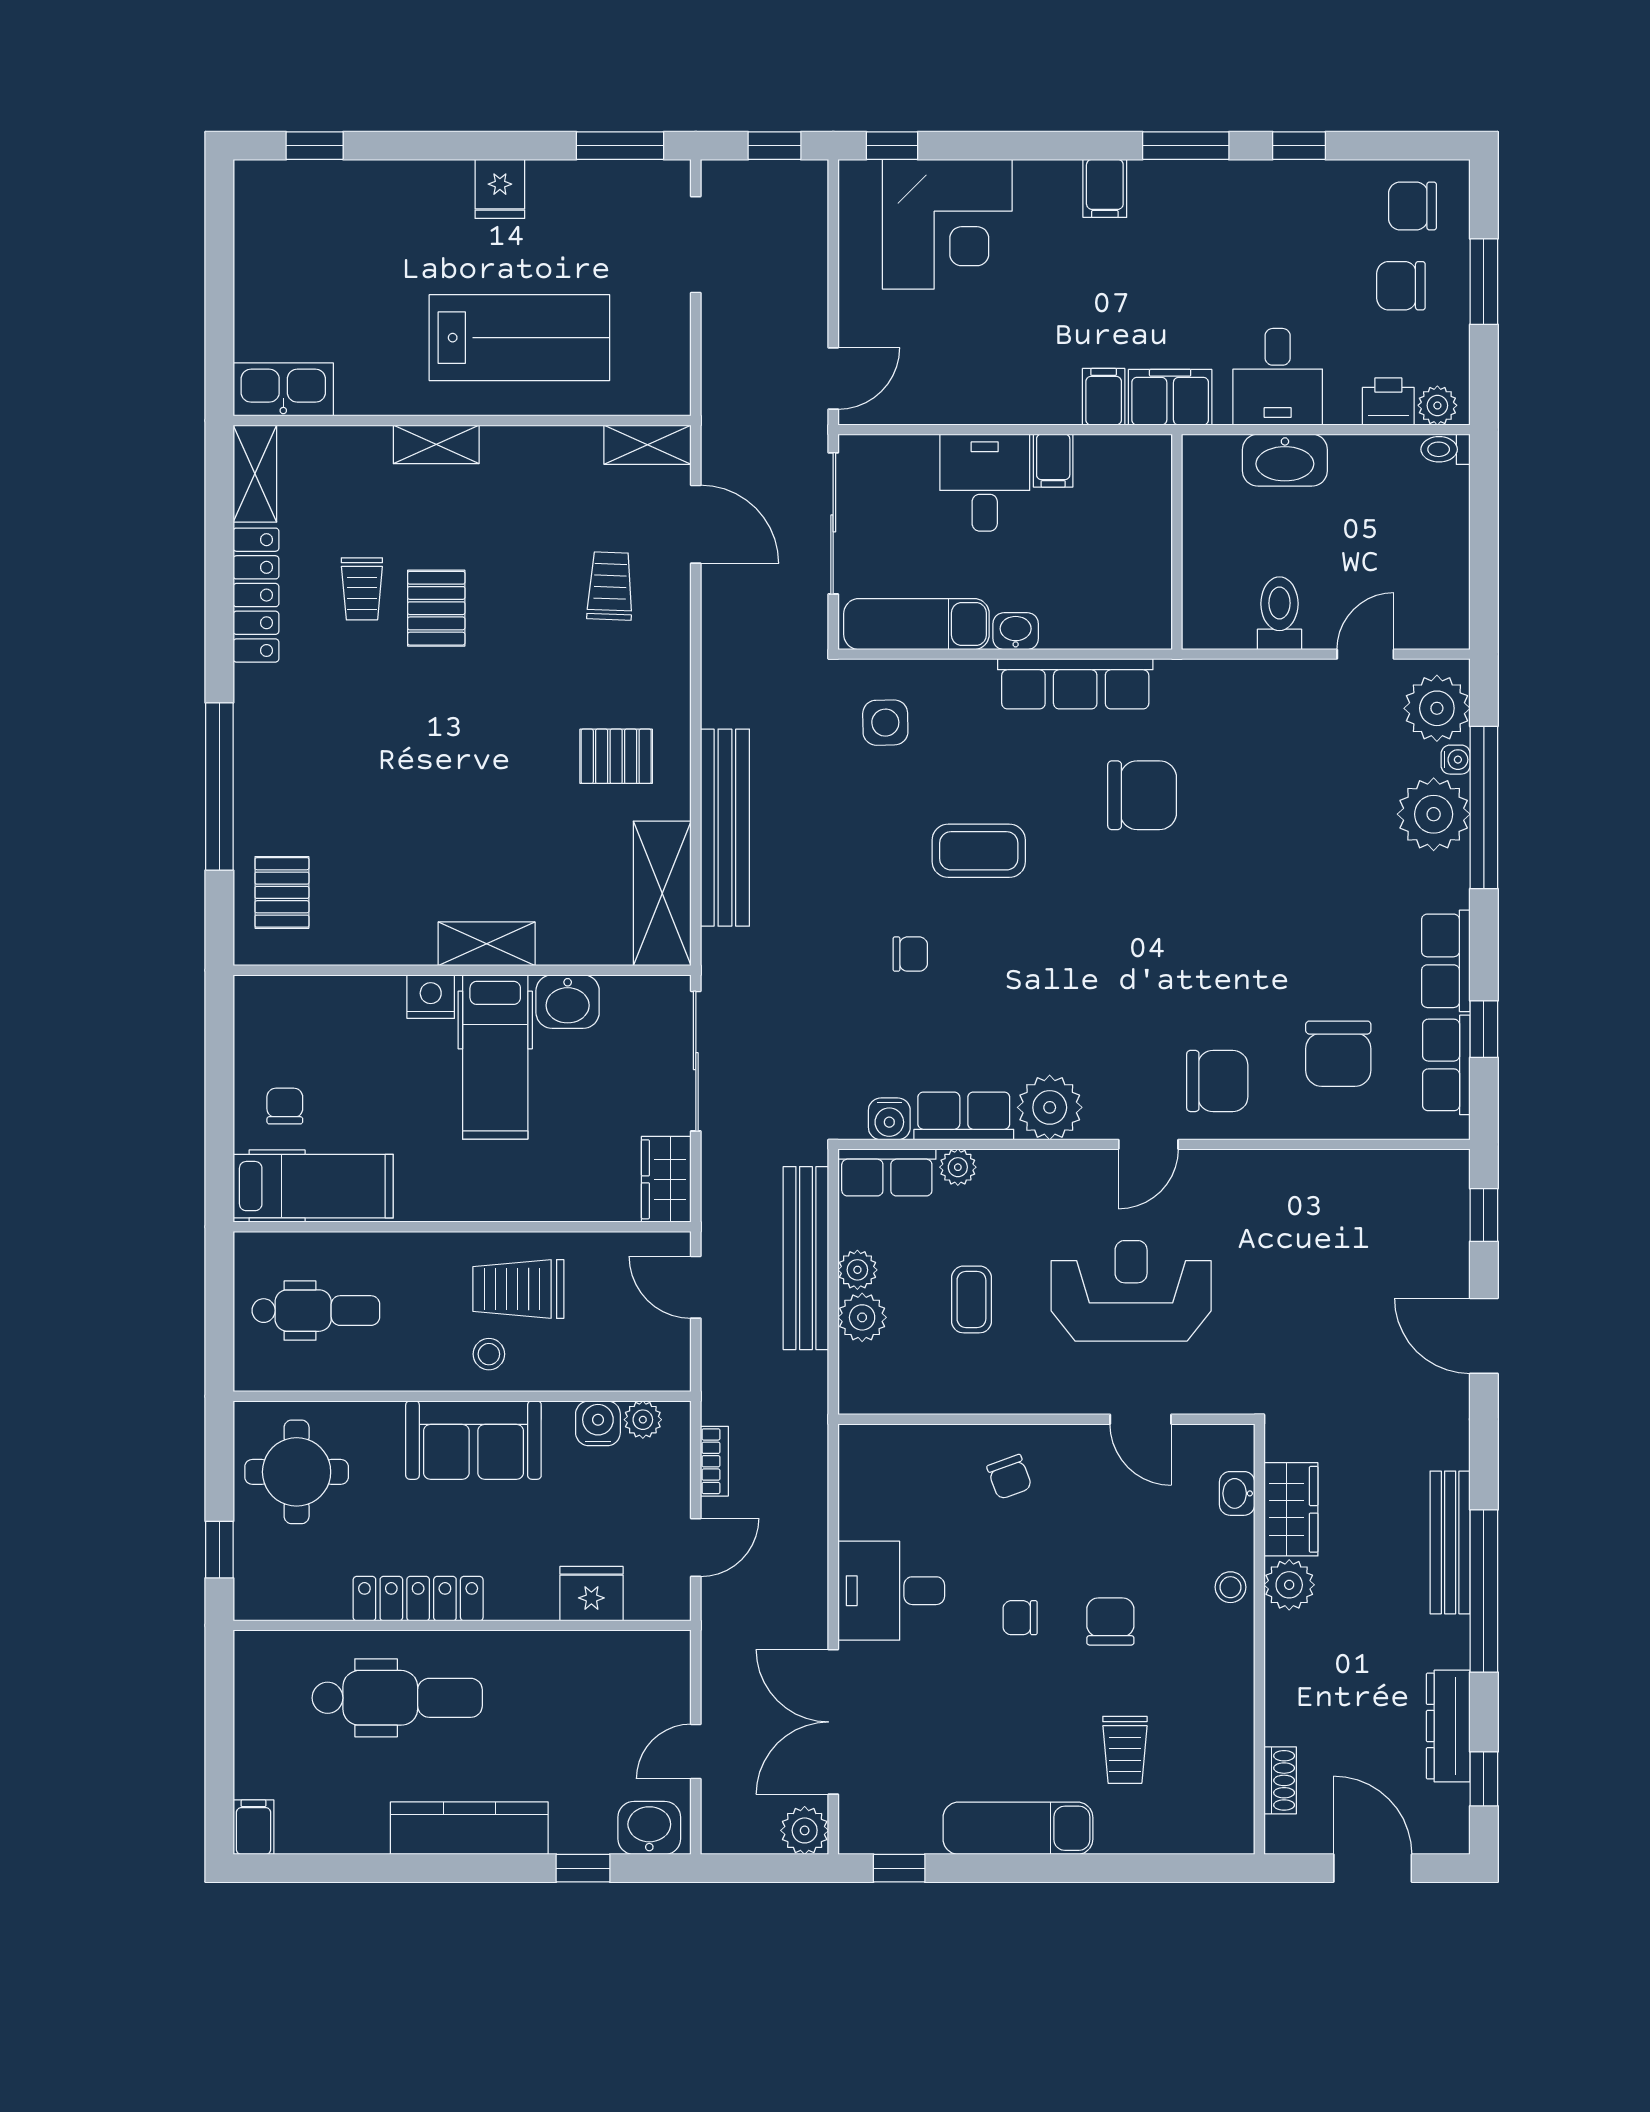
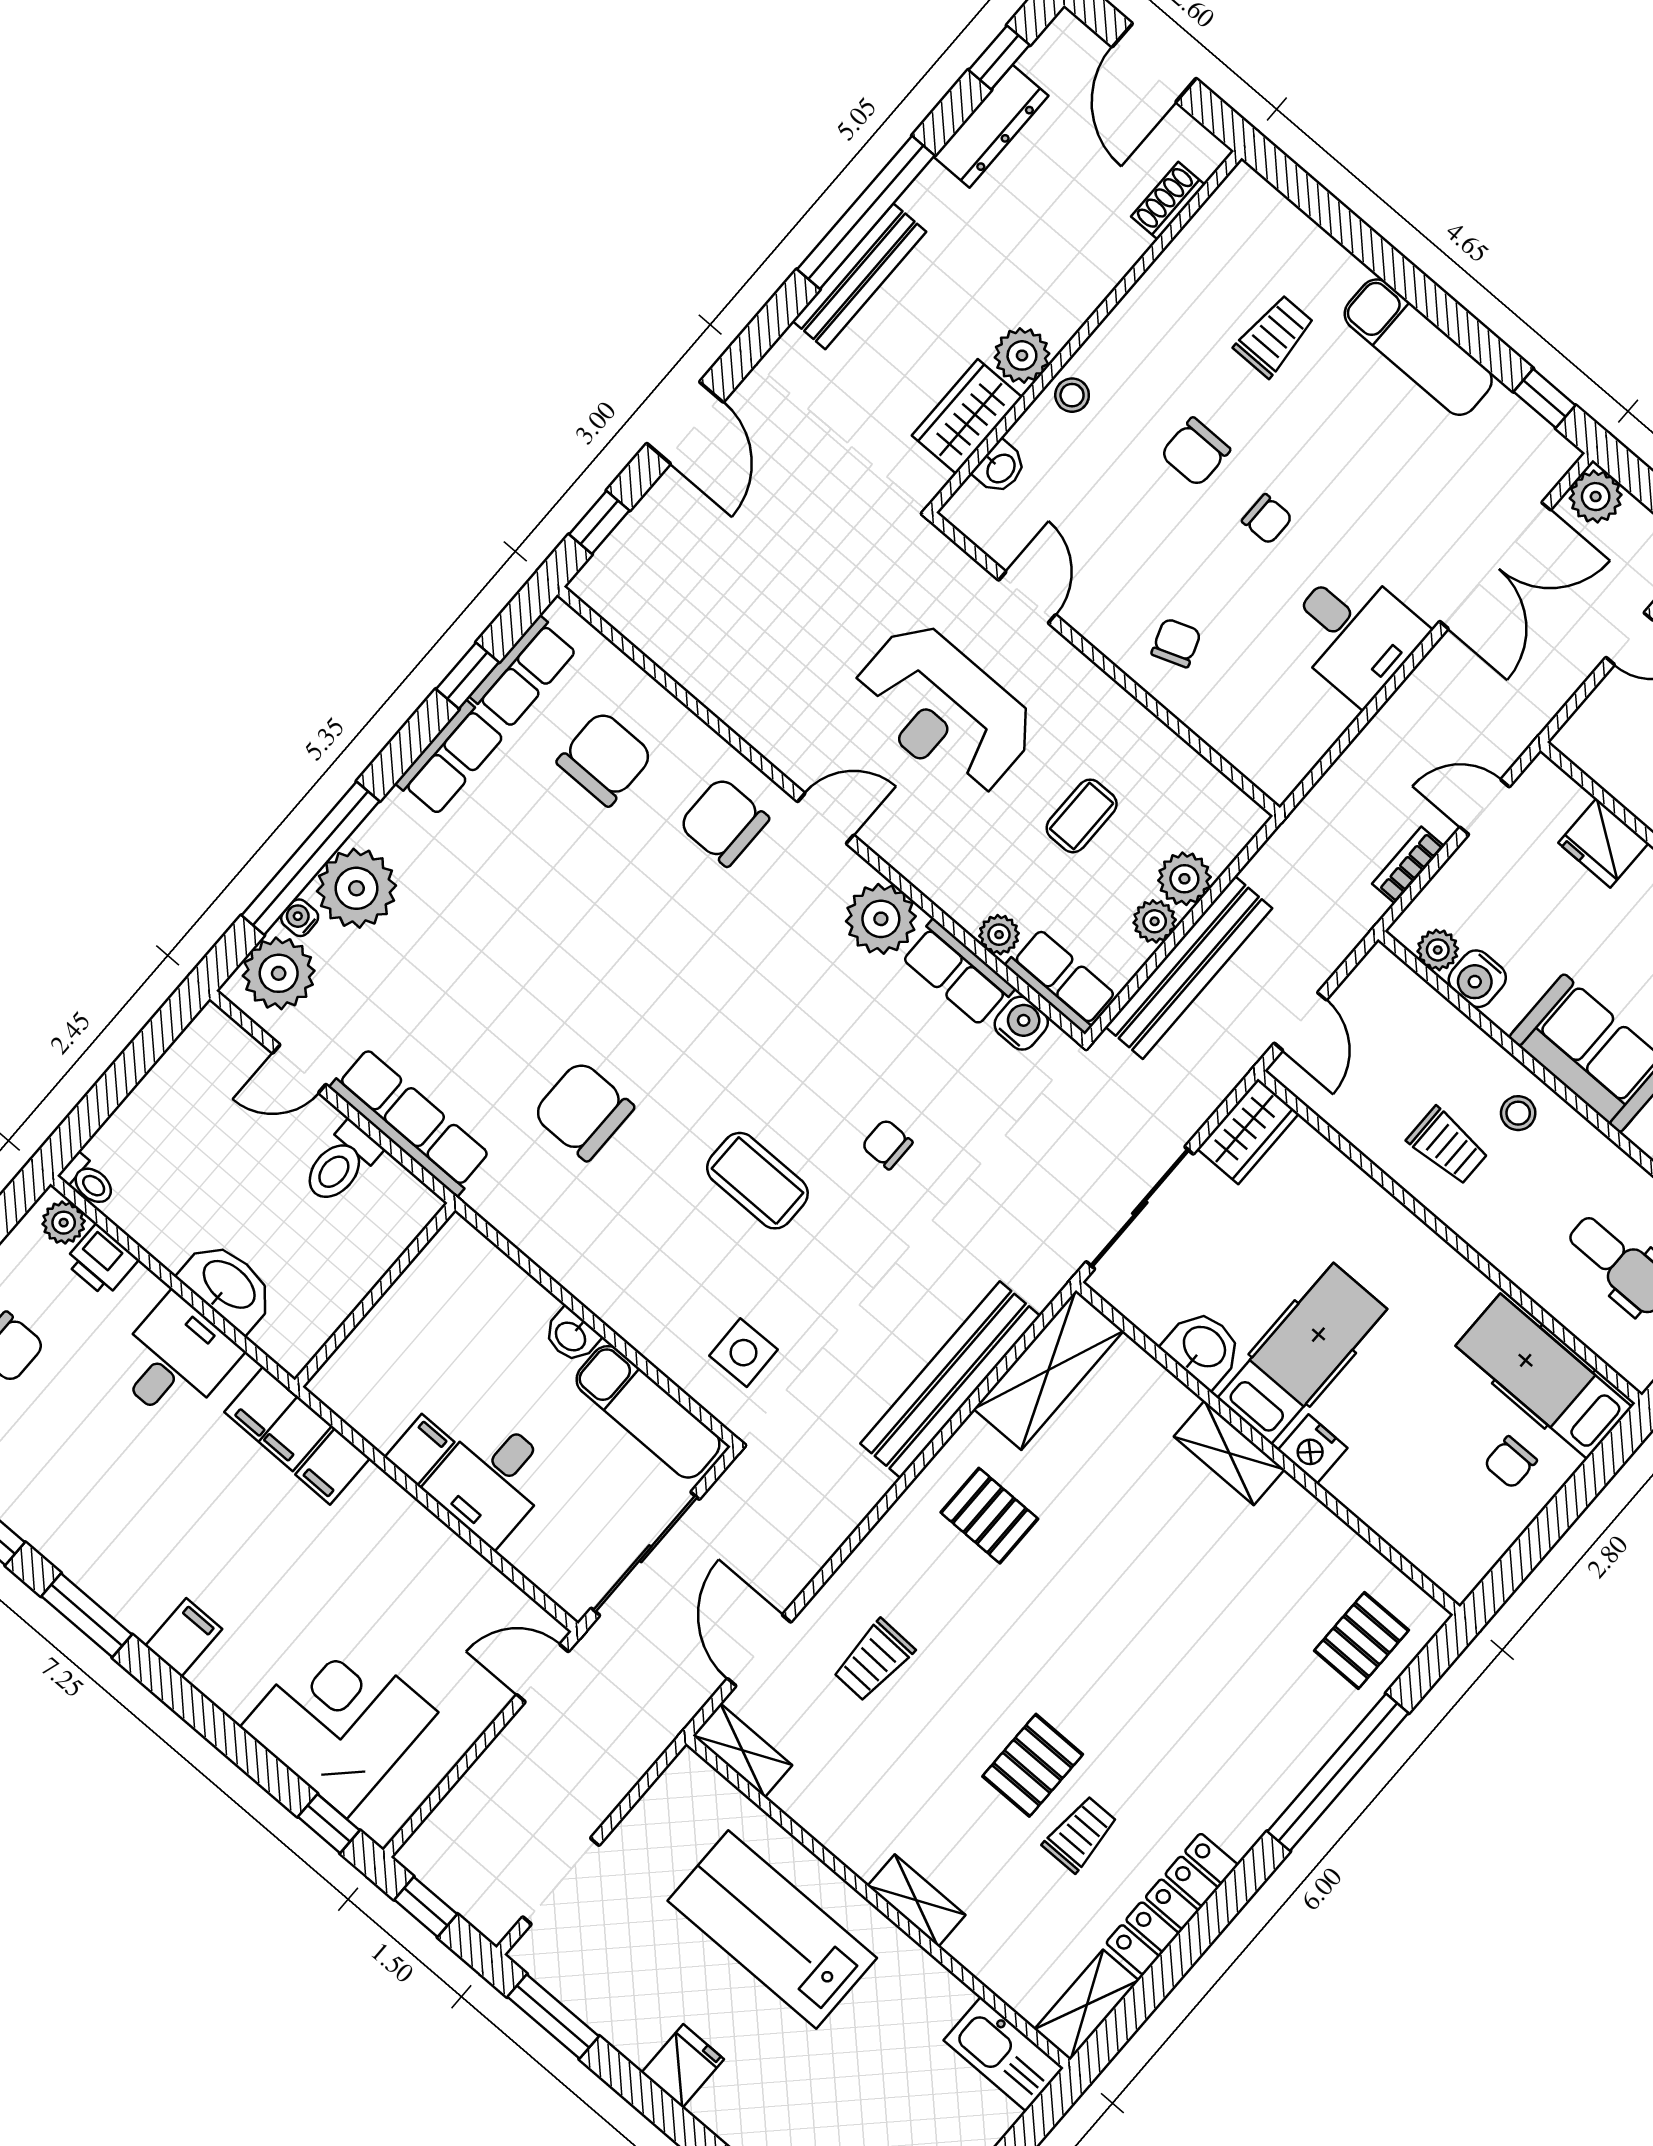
row of seats: (1075, 684) -> (410, 1122), moved
trolley: (518, 1289) -> (1448, 1146), width x0.73, depth x0.72

